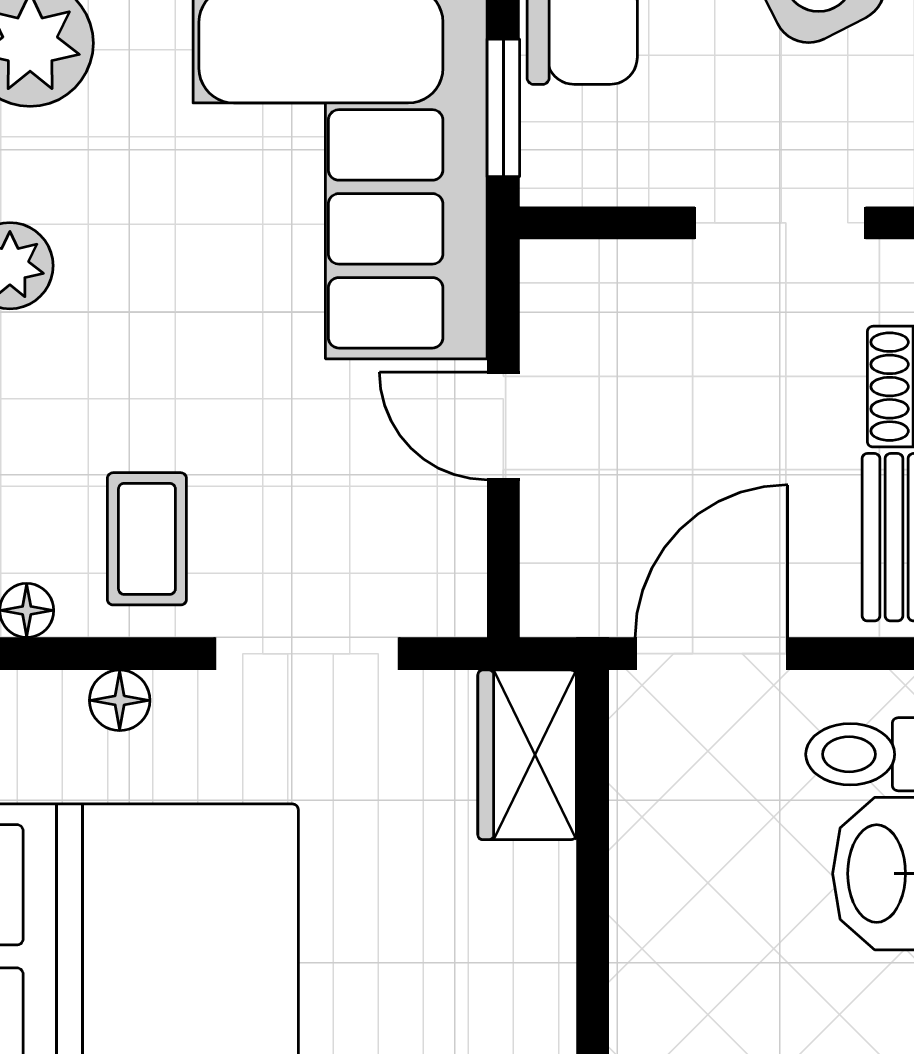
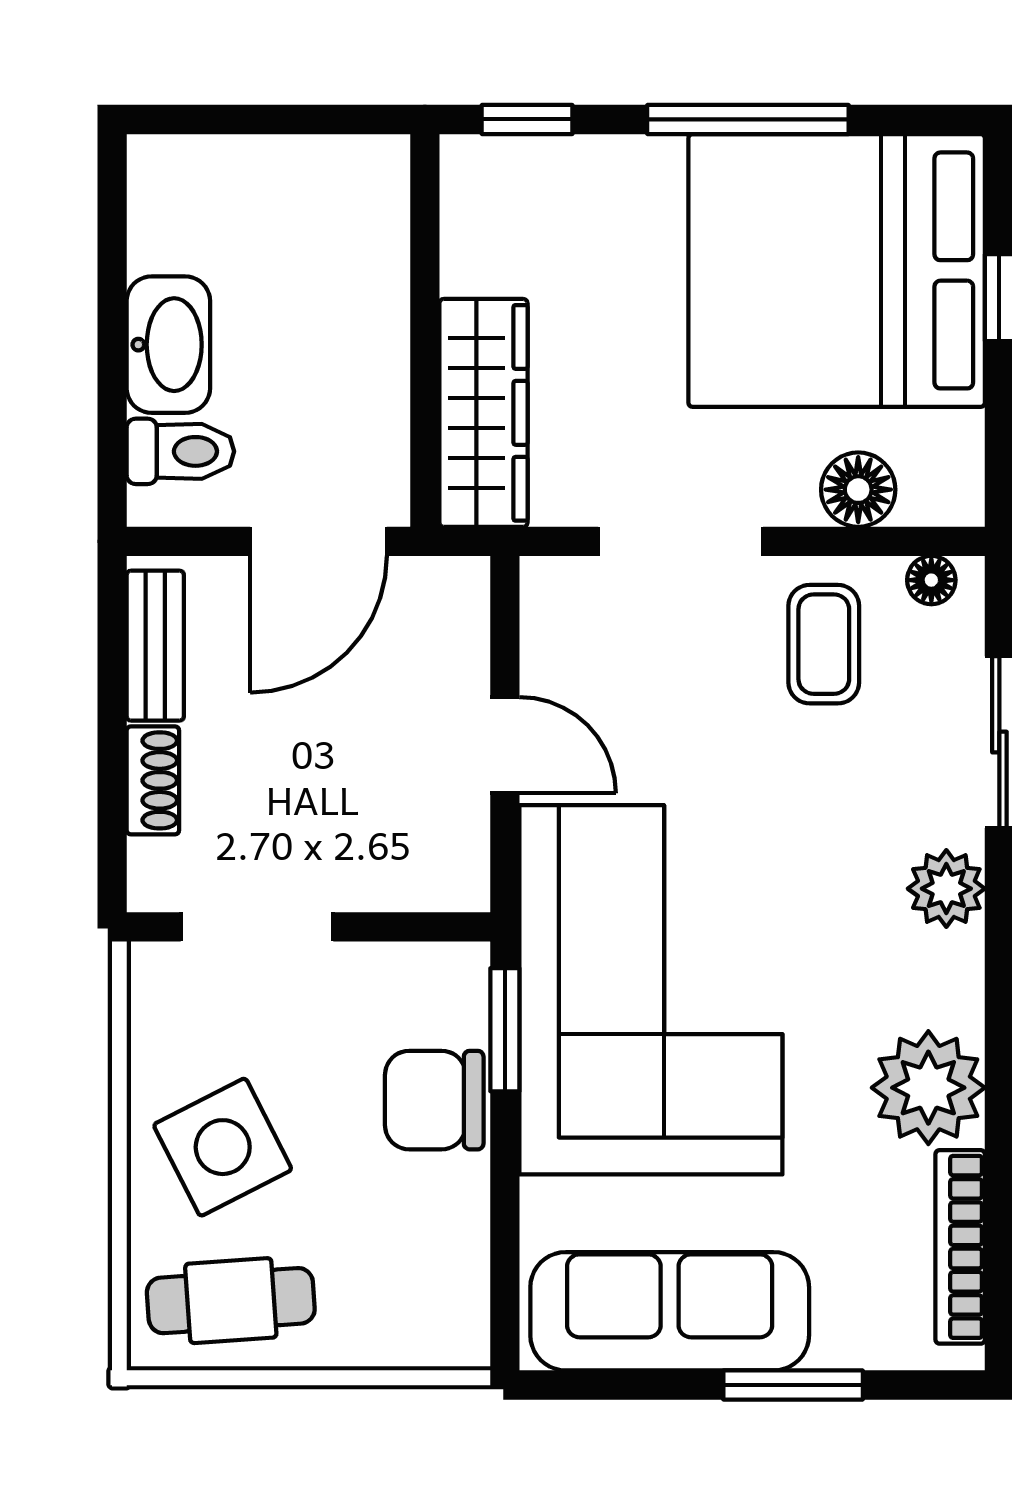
floor lamp: (120, 700) -> (858, 490), width x1.37, depth x1.37
wardrobe: (527, 755) -> (483, 413), width x1.50

